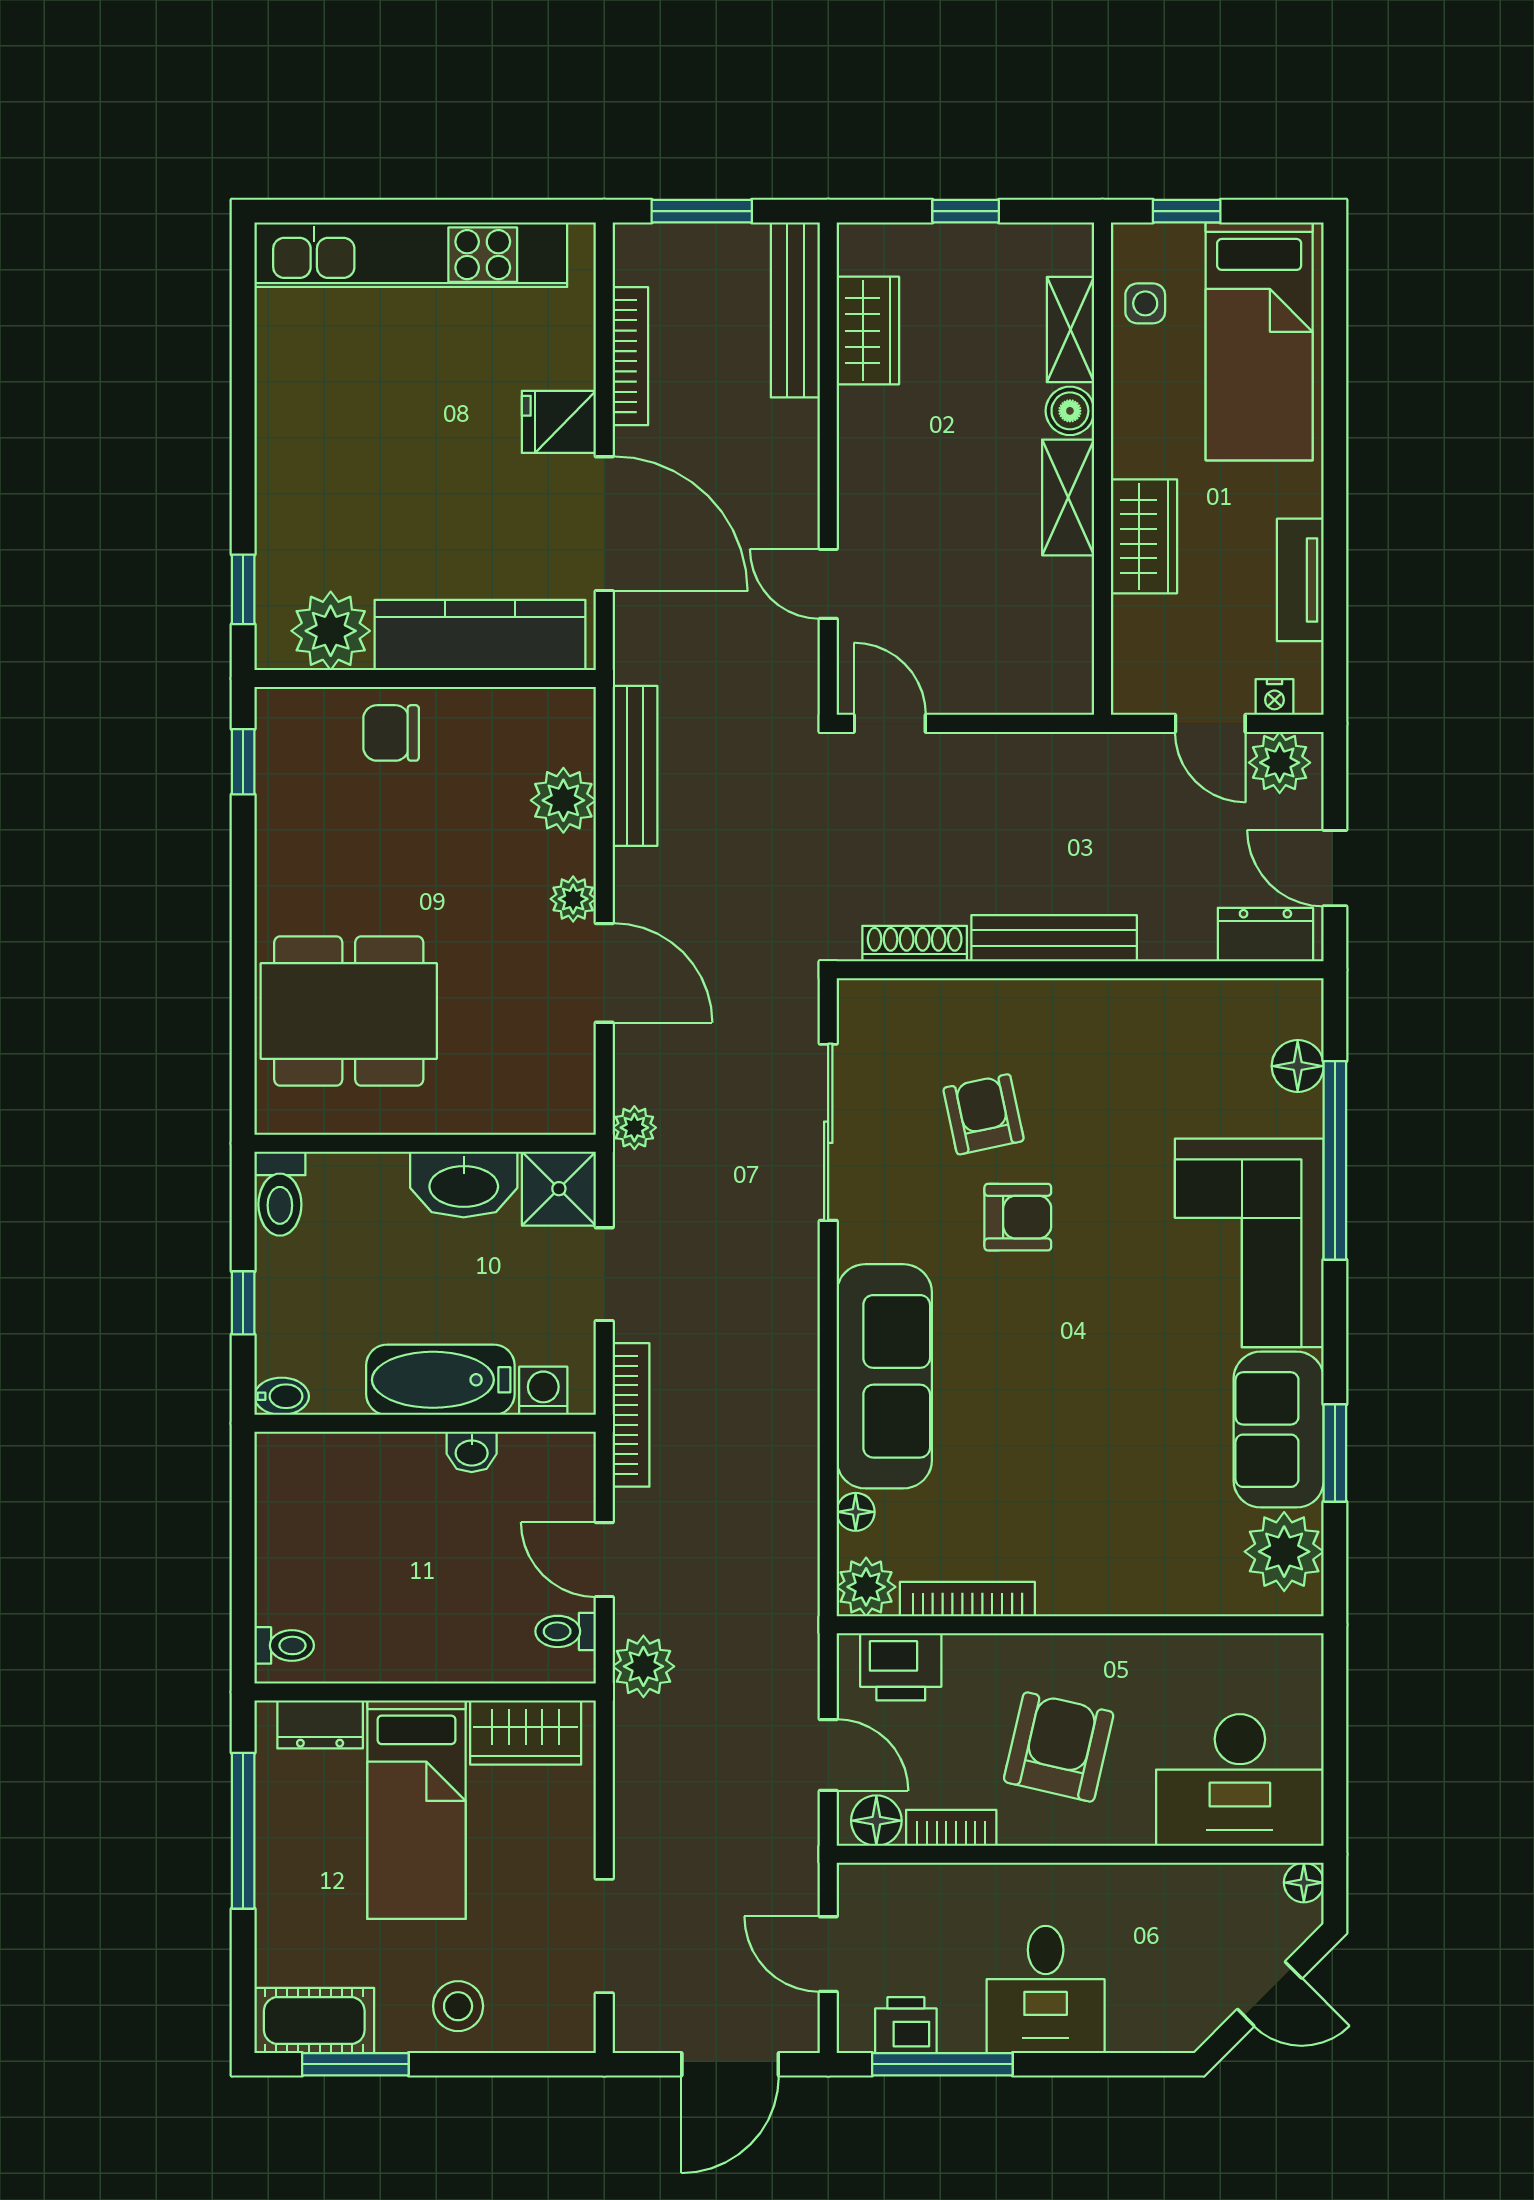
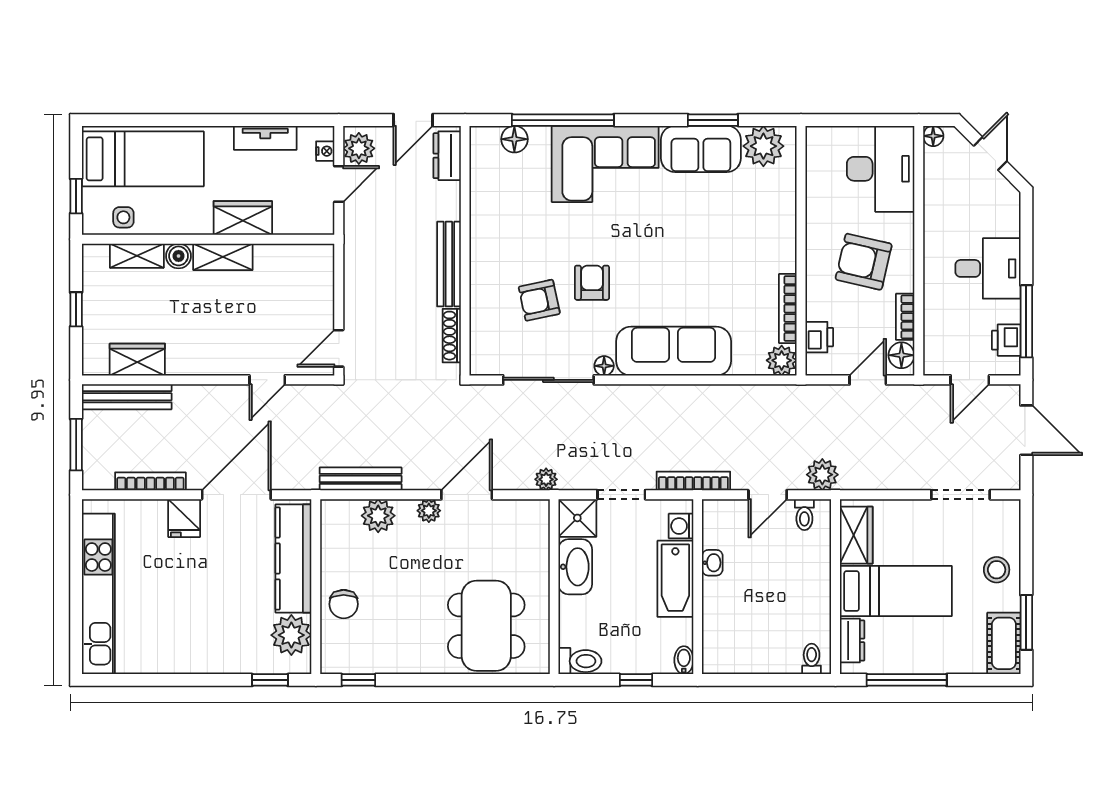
floor lamp: (856, 1512) -> (604, 366), moved
printer: (901, 1667) -> (819, 337), width x0.73, depth x0.81

